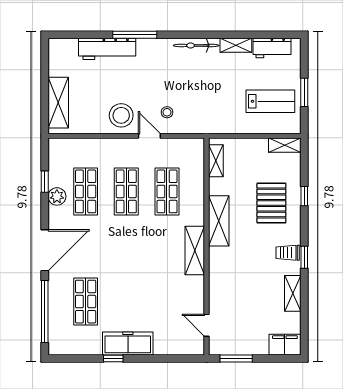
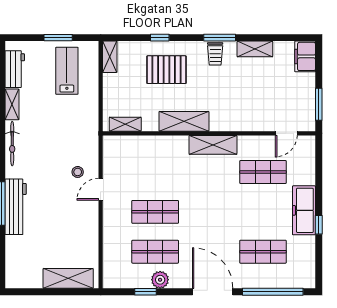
workbench: (107, 49) -> (16, 207), moved
stool: (121, 115) -> (81, 217), removed
shop shelf: (167, 191) -> (263, 172), moved
window: (304, 257) -> (220, 38), width x1.50

